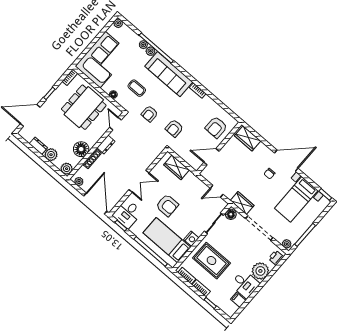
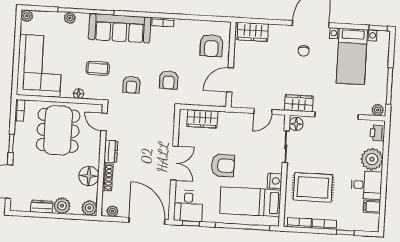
plant: (150, 51) -> (83, 19), removed

